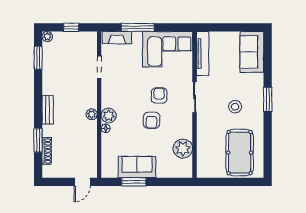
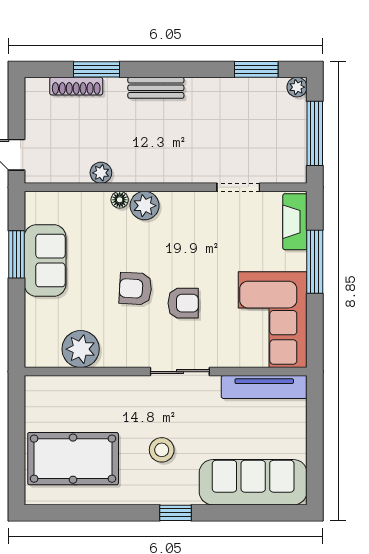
window: (71, 27) -> (315, 133), width x2.17
sofa: (252, 52) -> (253, 482), width x1.36
window: (268, 99) -> (176, 513), width x0.67
plant: (92, 114) -> (101, 173), moved

